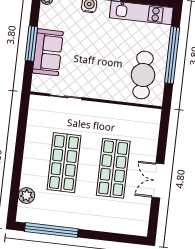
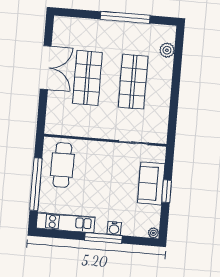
window: (31, 43) -> (167, 191), width x0.69
double door: (158, 181) -> (46, 68), width x1.37
window: (51, 230) -> (125, 17), moved

